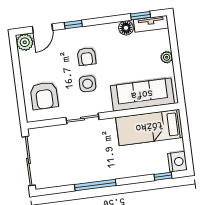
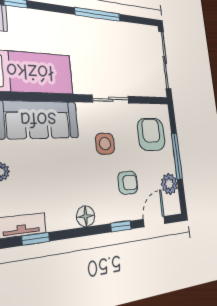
floor lamp: (126, 28) -> (86, 216), moved
plant: (25, 42) -> (169, 184), moved
armchair: (87, 57) -> (128, 183), moved, turned 90
window: (18, 81) -> (177, 156), added

